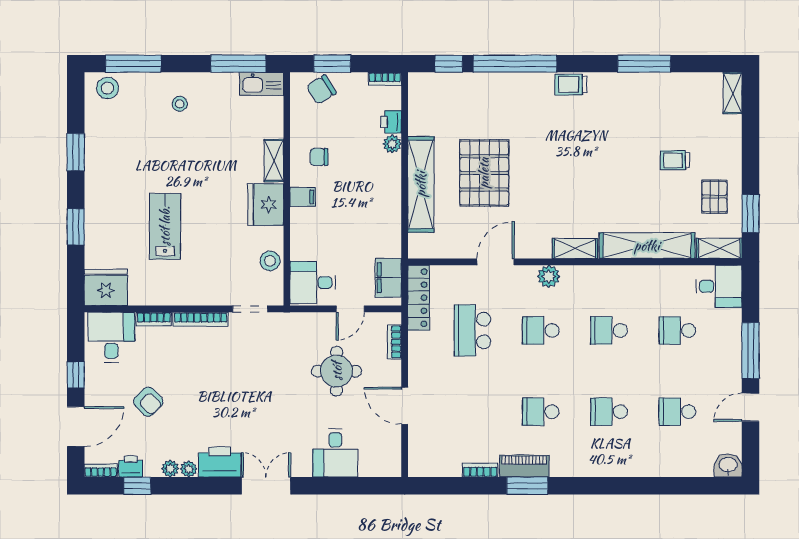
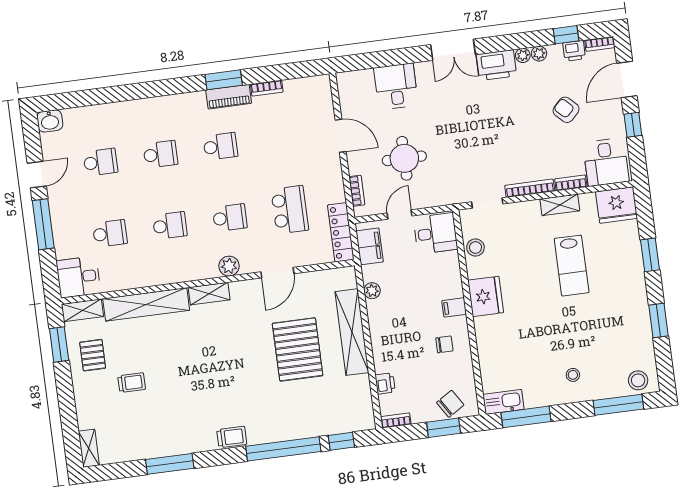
plant: (392, 144) -> (372, 291), moved
shelving: (274, 160) -> (560, 205), moved, turned 90

